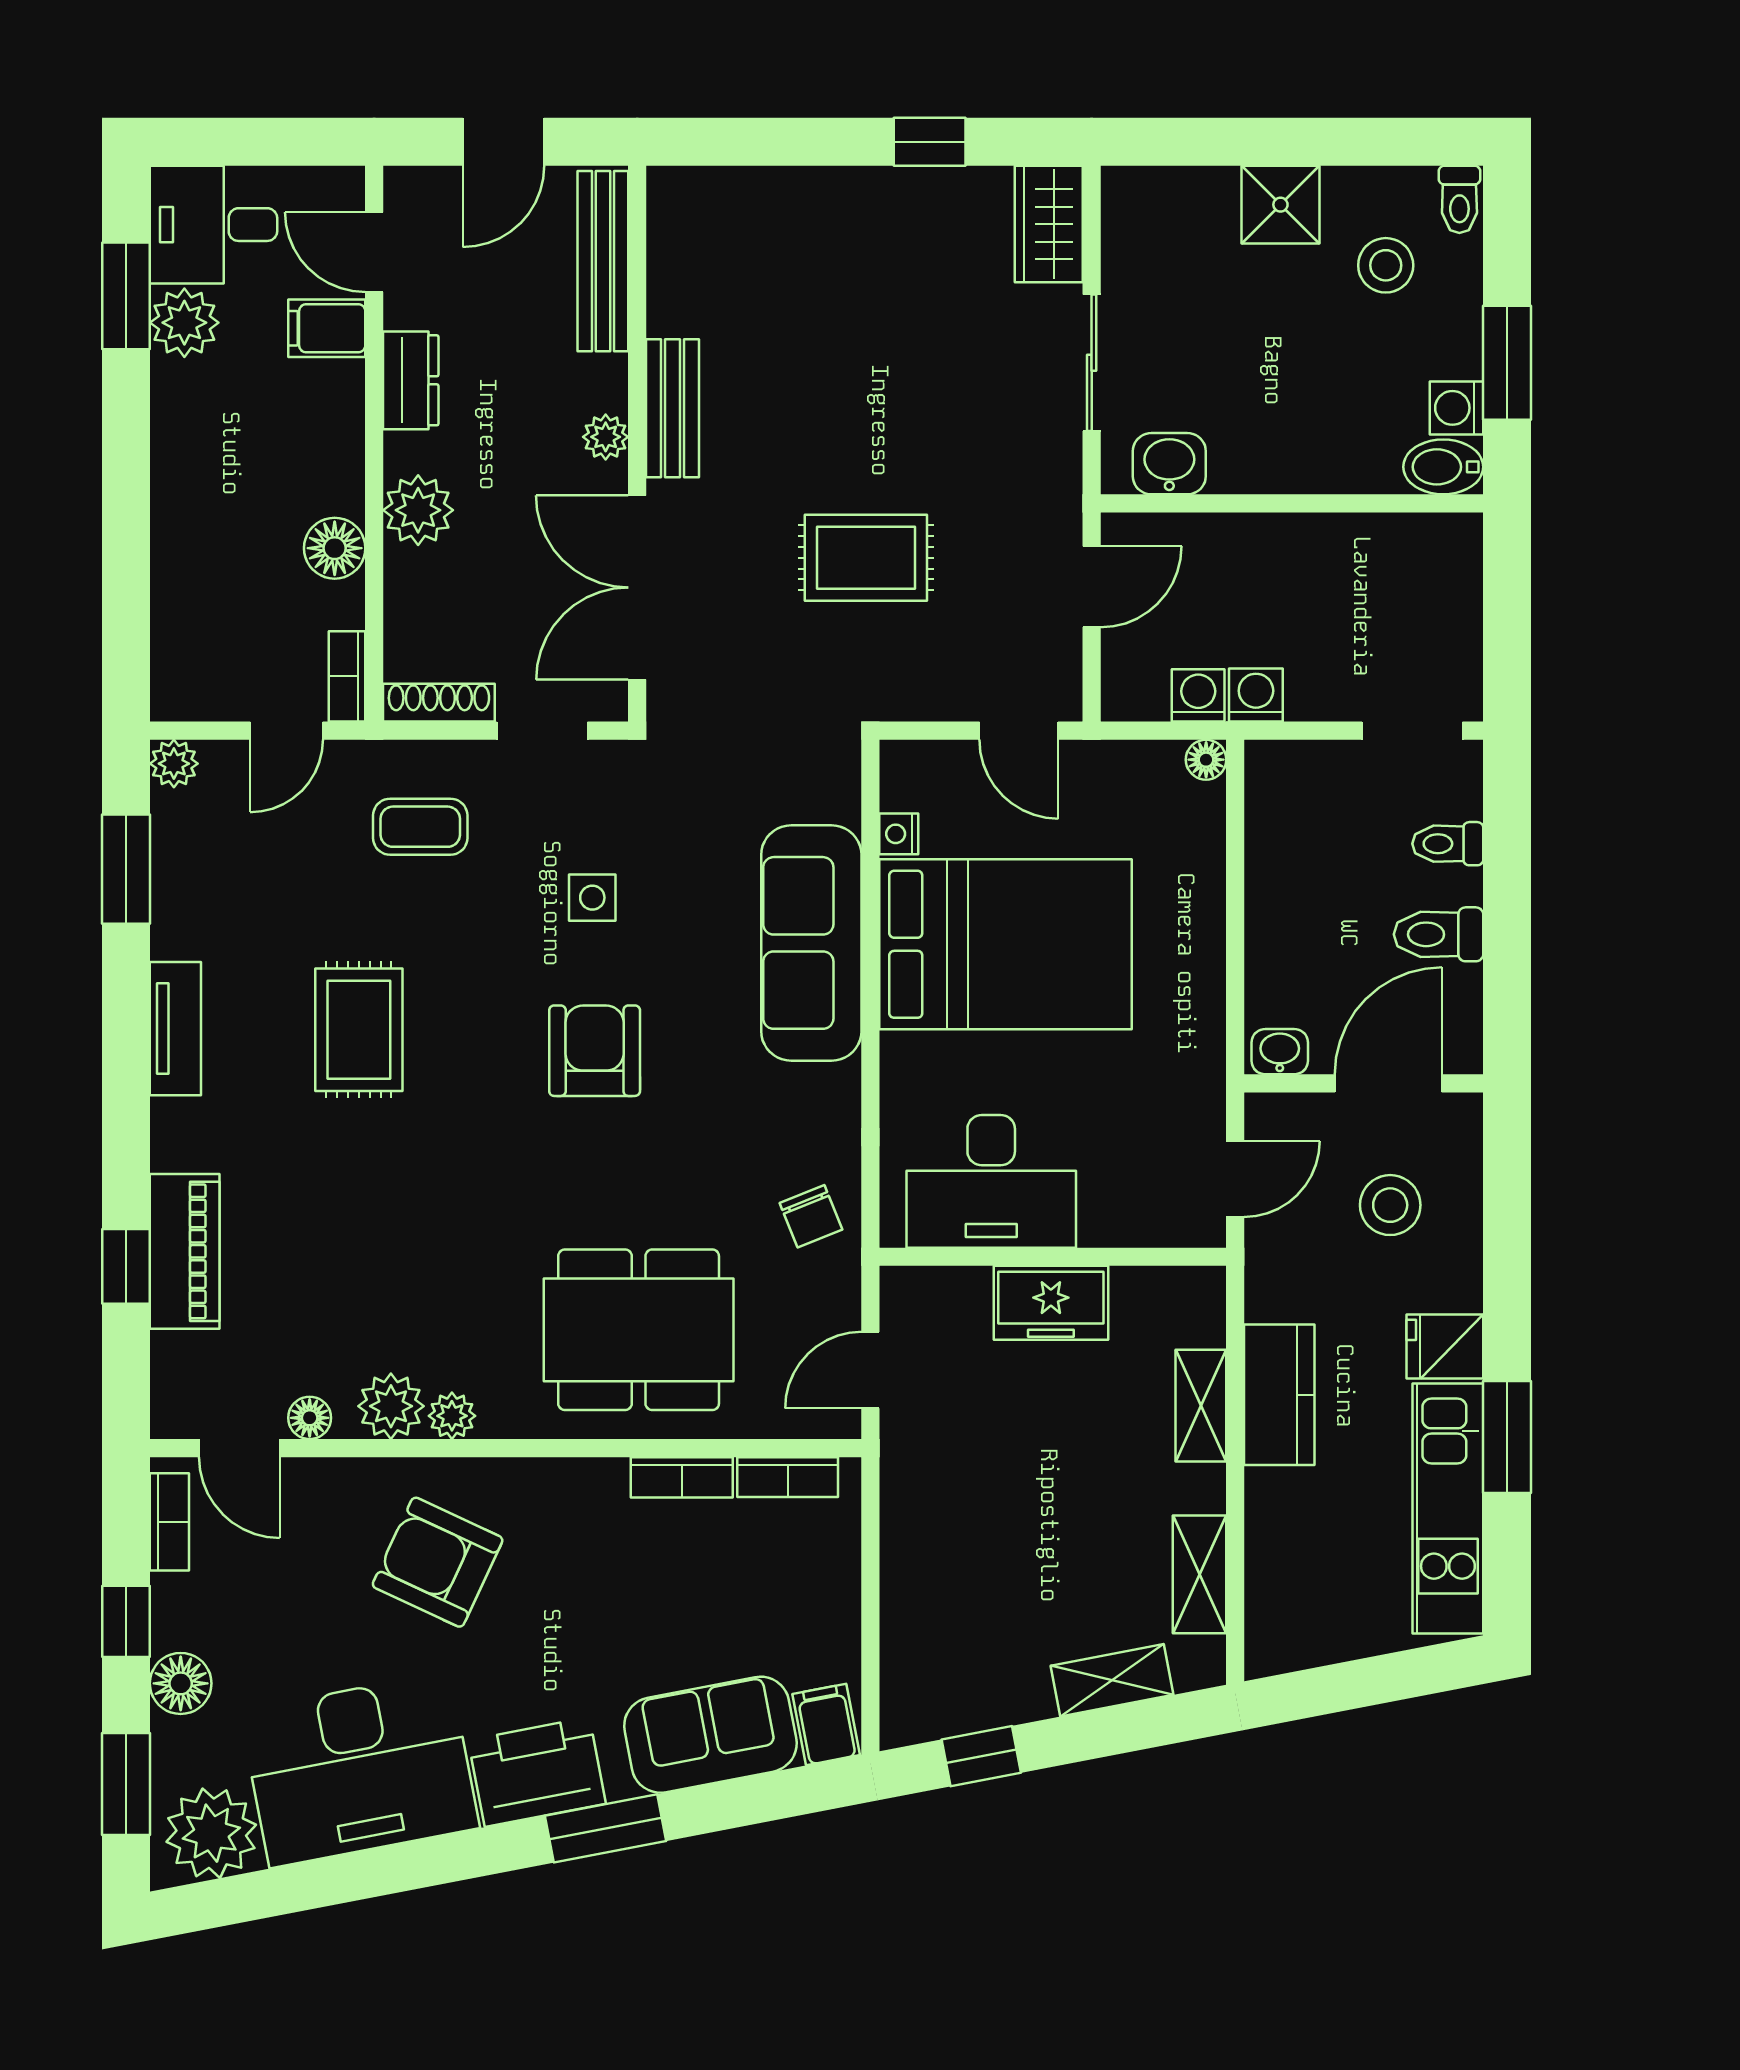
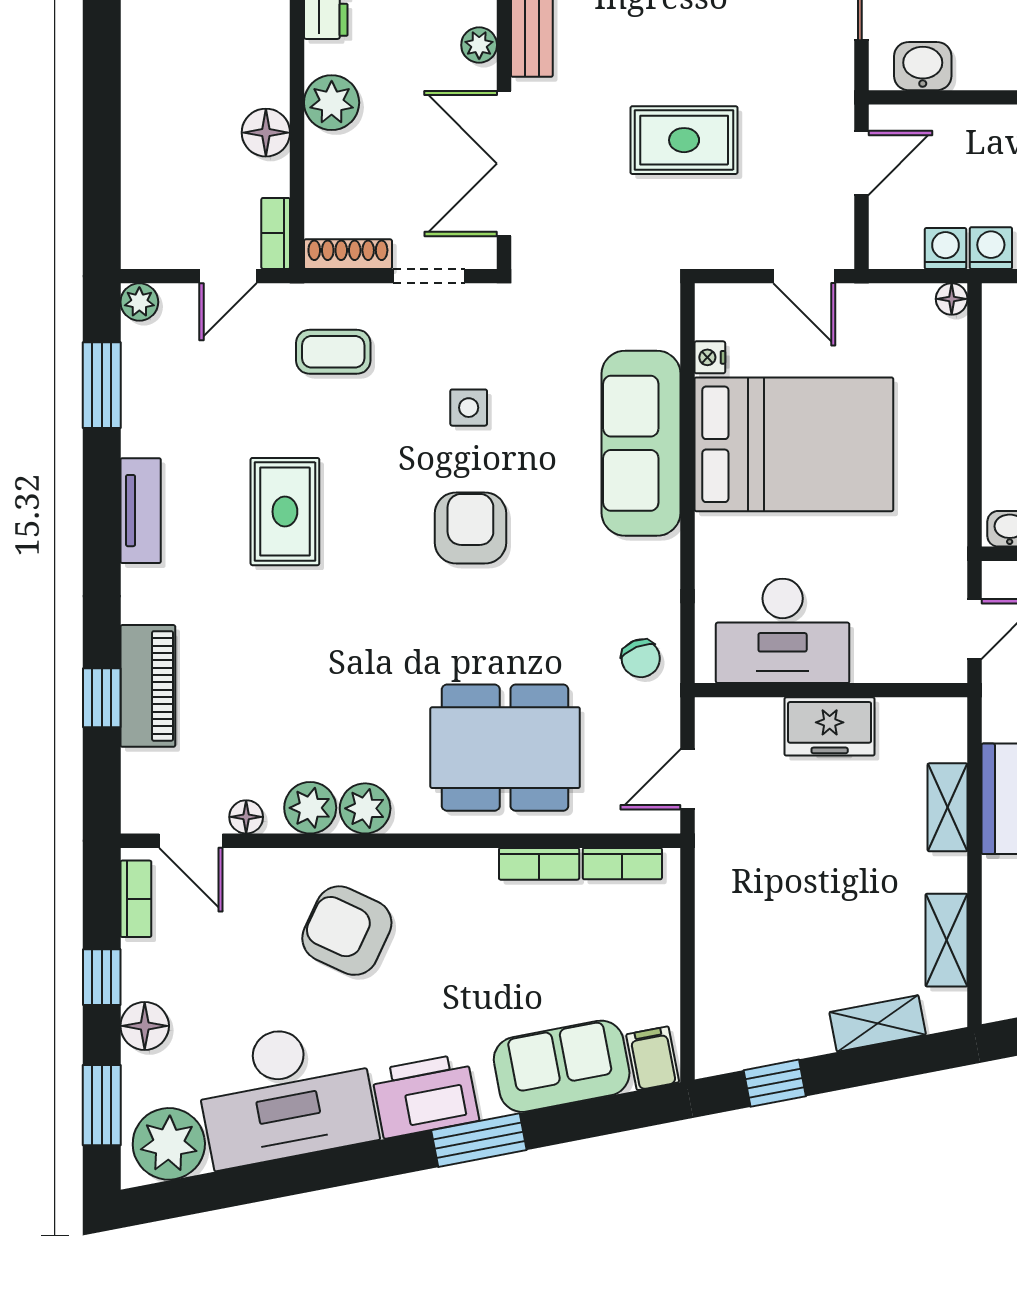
plant: (452, 1416) -> (365, 808), width x1.38, depth x1.38

